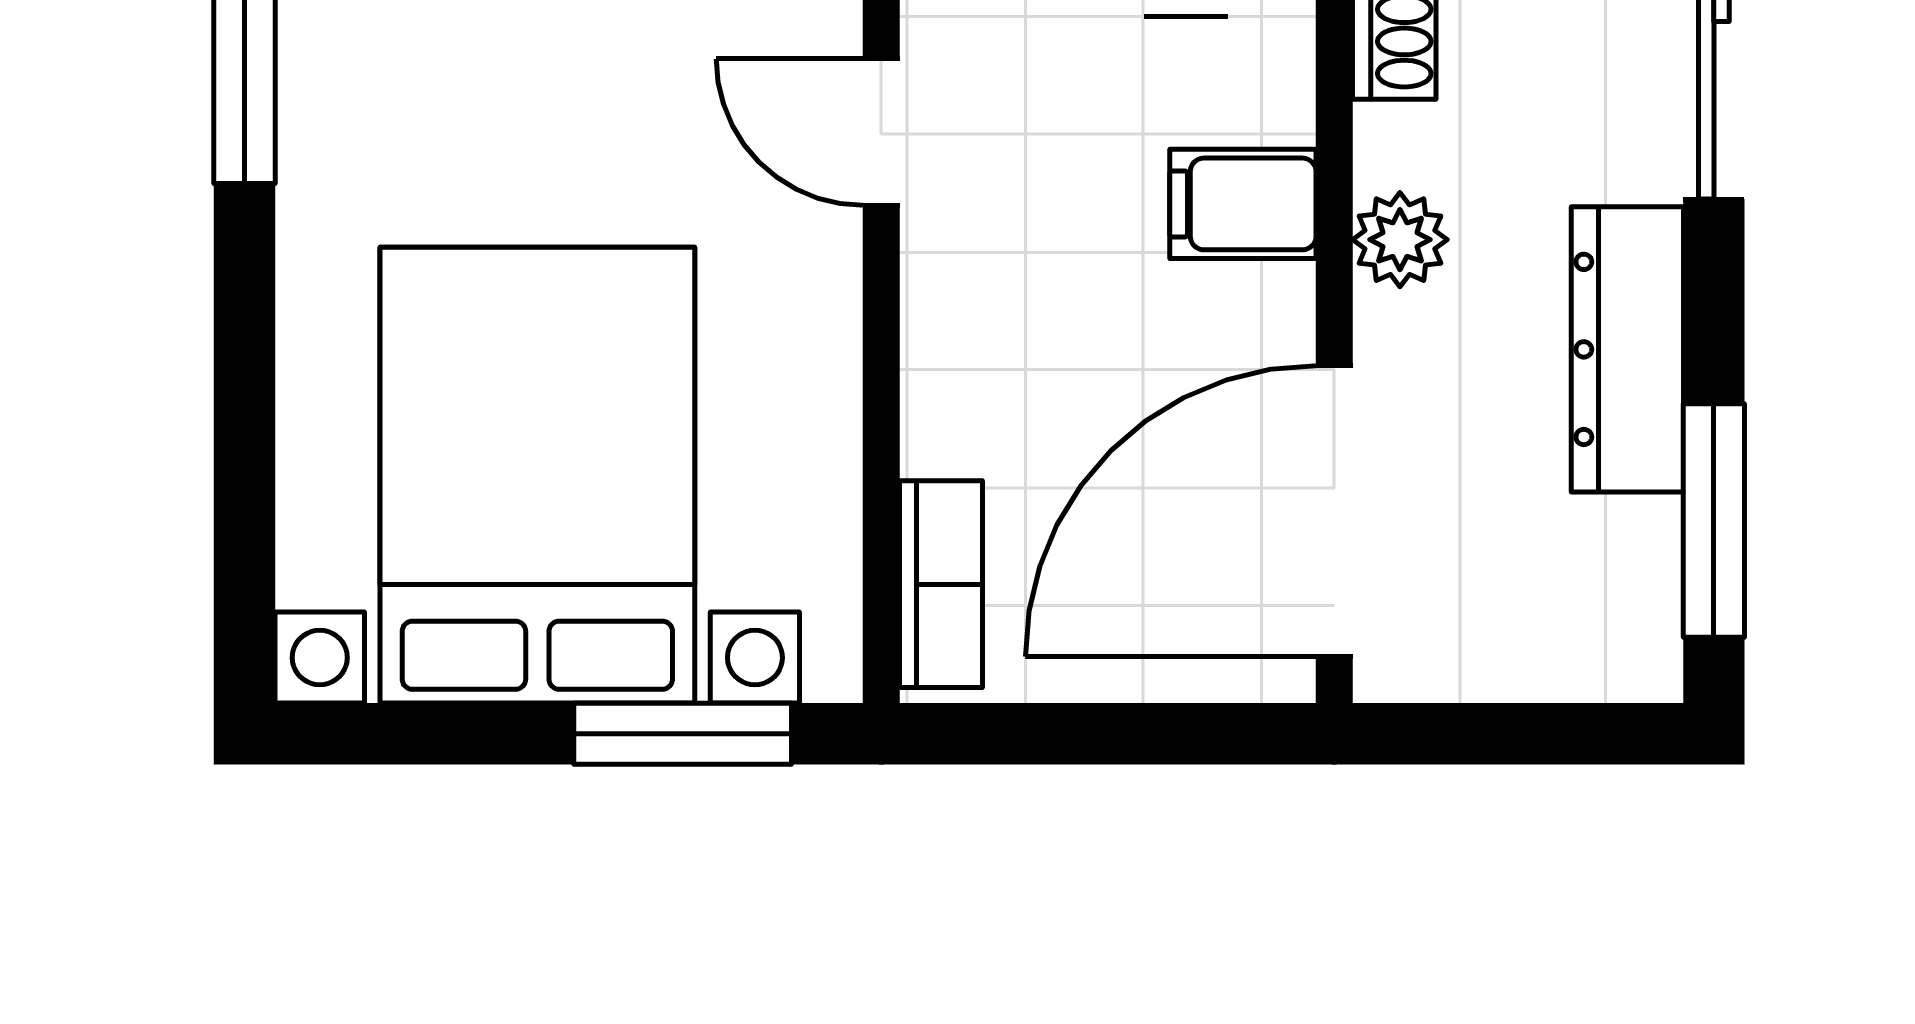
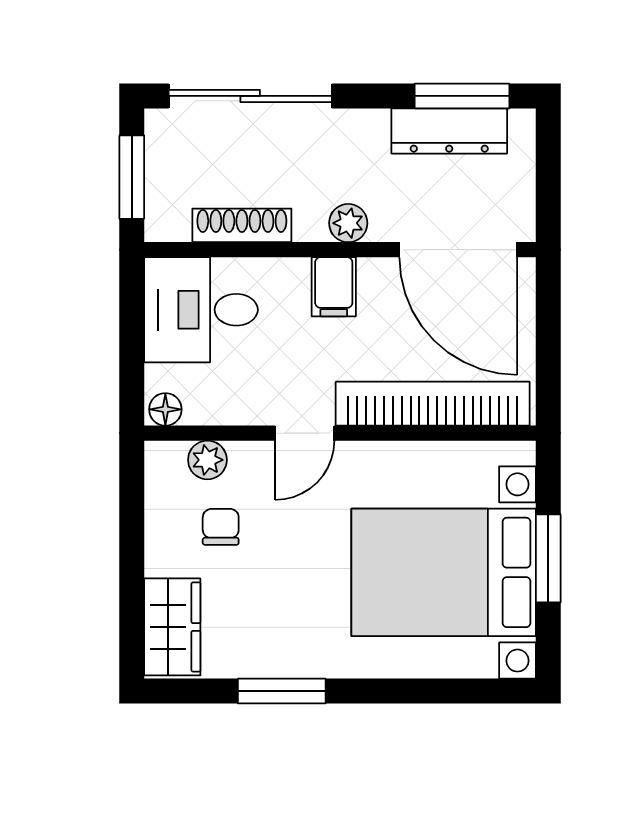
dresser: (1627, 349) -> (449, 131), moved
bookcase: (941, 584) -> (433, 404), width x2.31, depth x1.31
window: (683, 734) -> (548, 558), moved

